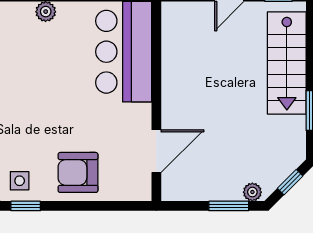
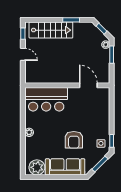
armchair: (78, 172) -> (74, 140), moved

